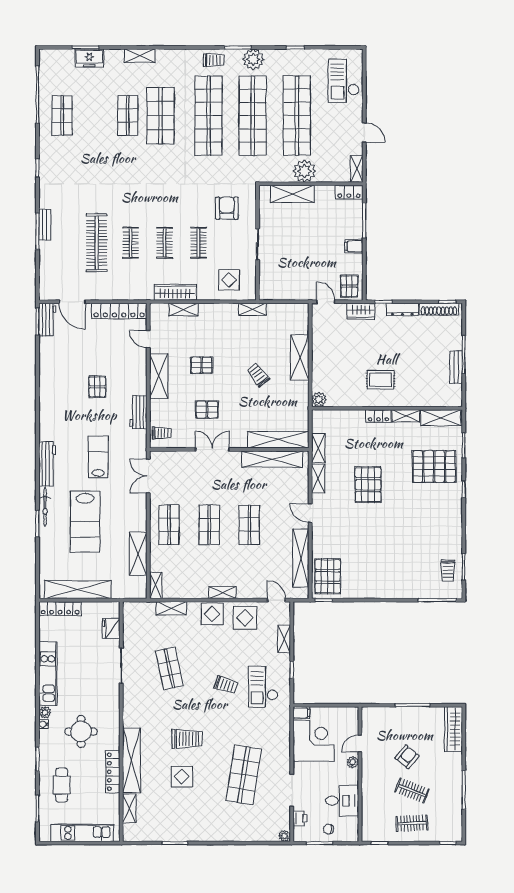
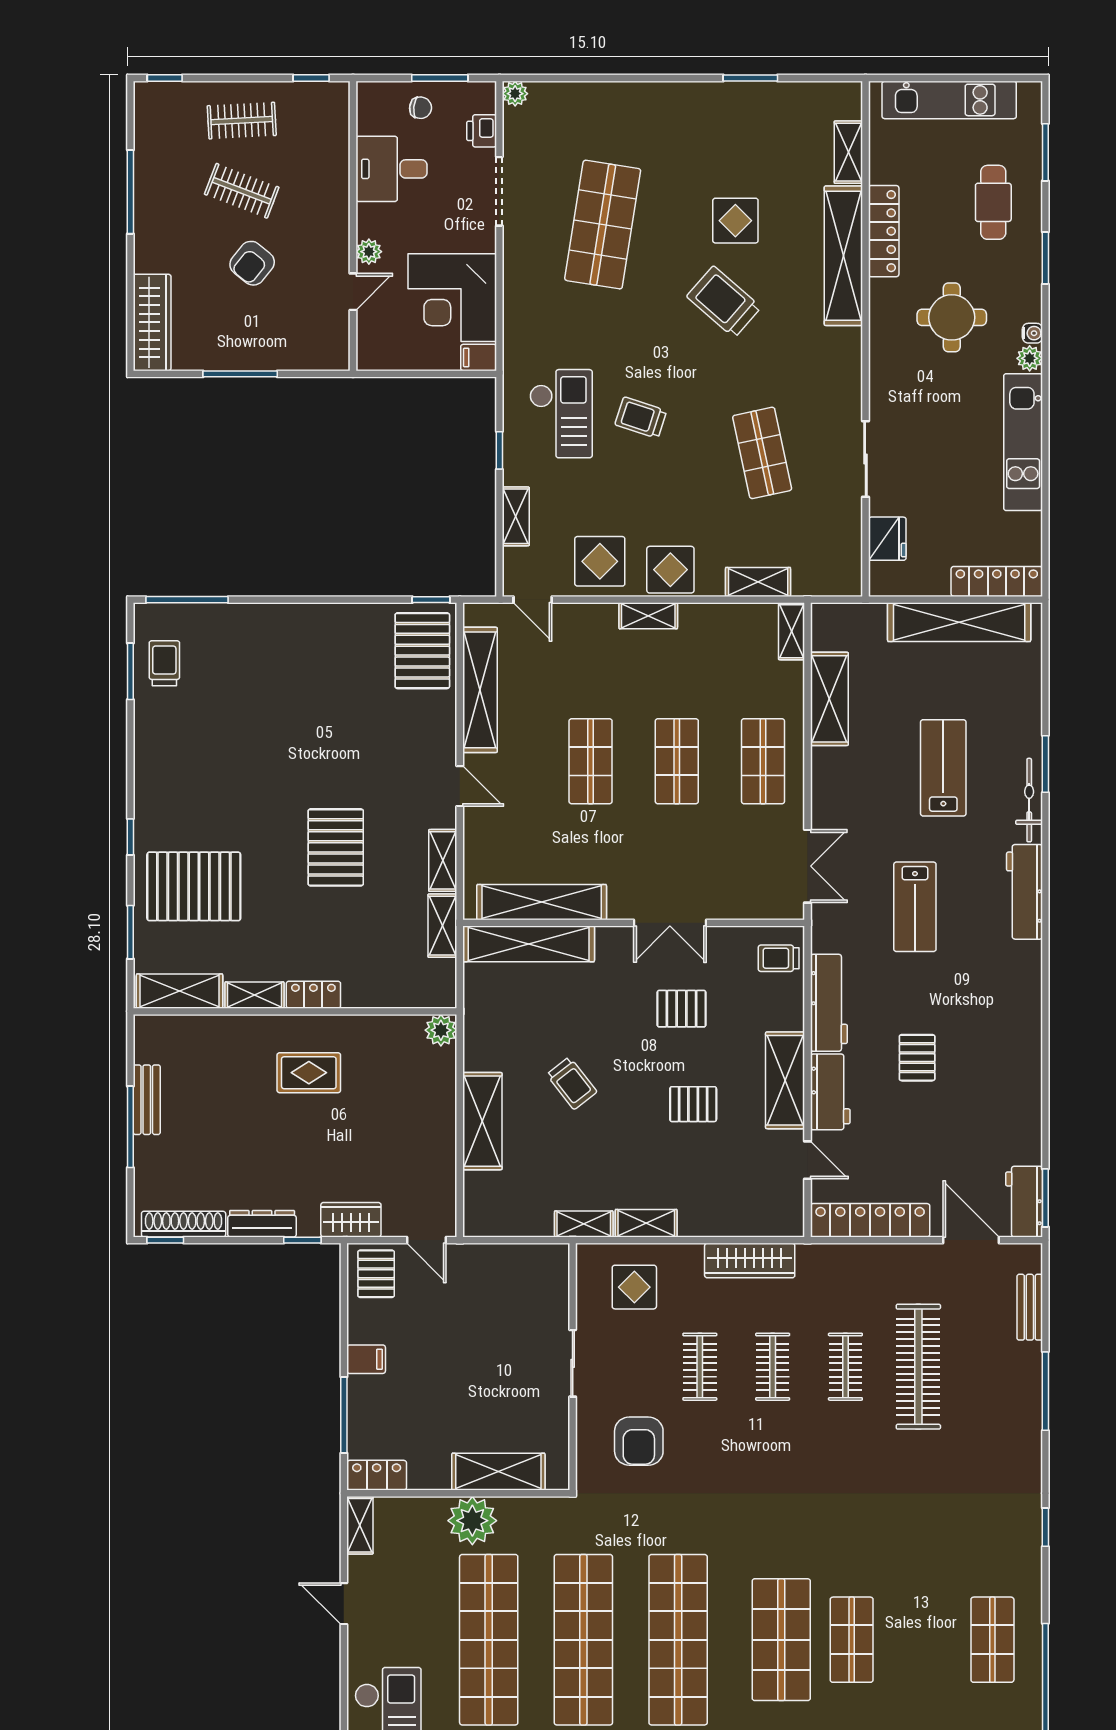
bench: (45, 225) -> (1030, 1307), moved
shelving: (184, 310) -> (646, 1223), moved
workbench: (138, 371) -> (830, 1092), added
workbench: (138, 412) -> (829, 1003), width x1.38
lab bench: (85, 522) -> (943, 768), width x0.73, depth x0.72
trolley: (187, 739) -> (724, 302), turned 41

